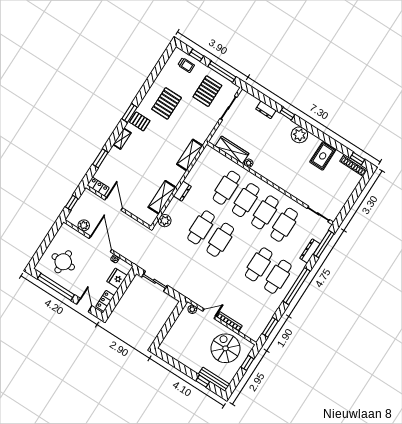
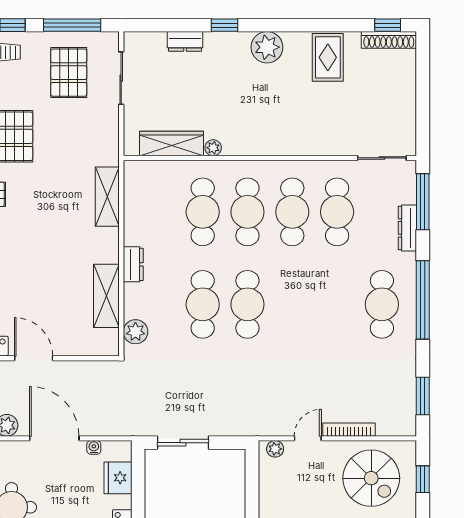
cafe table: (259, 264) -> (337, 304), removed
spiral stairs: (225, 348) -> (371, 478), turned 180

